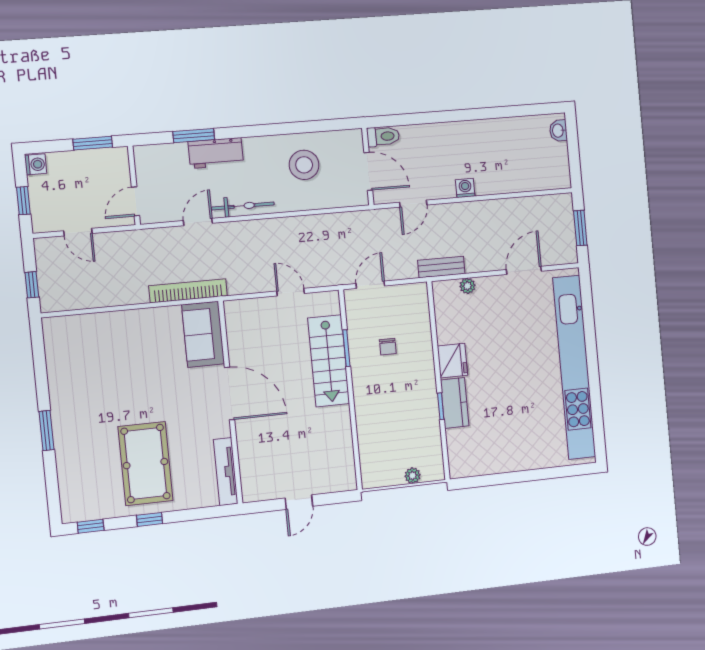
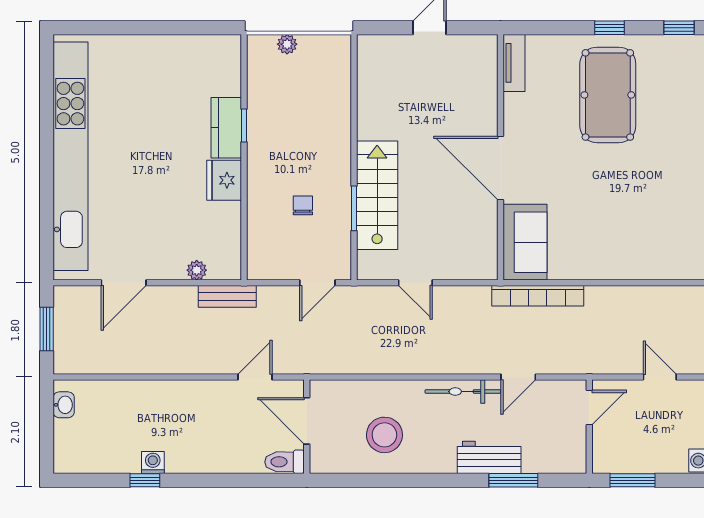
window: (493, 113) -> (145, 480), added
washbasin: (558, 131) -> (64, 405), moved
washing machine: (465, 188) -> (153, 463), moved, turned 180
tv unit: (226, 472) -> (514, 63), width x0.71

